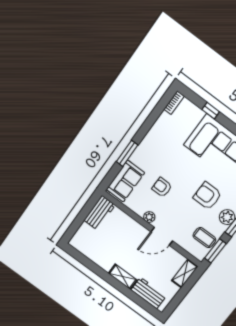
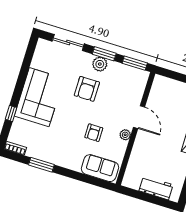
window: (127, 153) -> (41, 165), moved
workbench: (100, 213) -> (156, 188), moved
coffee table: (204, 238) -> (126, 78), removed
shelving: (185, 274) -> (166, 84), removed

